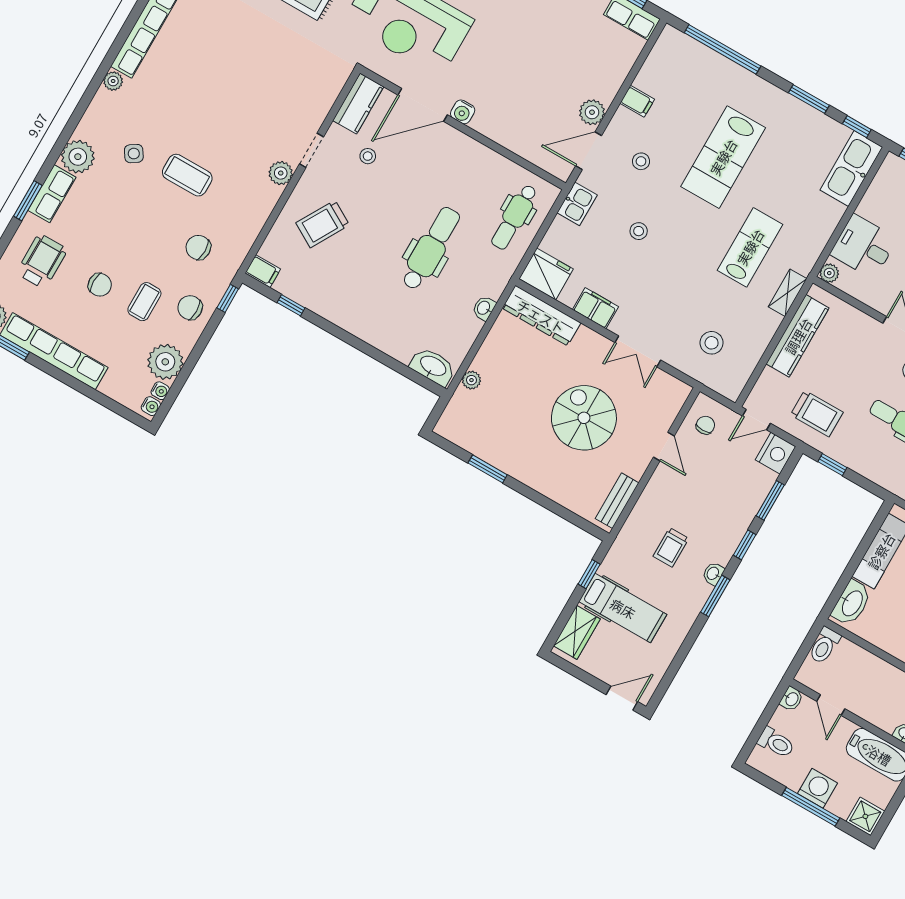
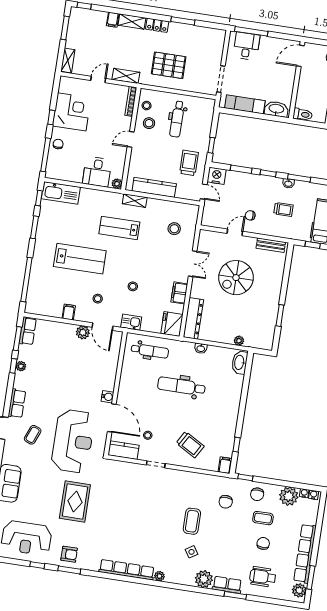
plant: (281, 173) -> (173, 475), removed
chair: (705, 425) -> (250, 215), moved

